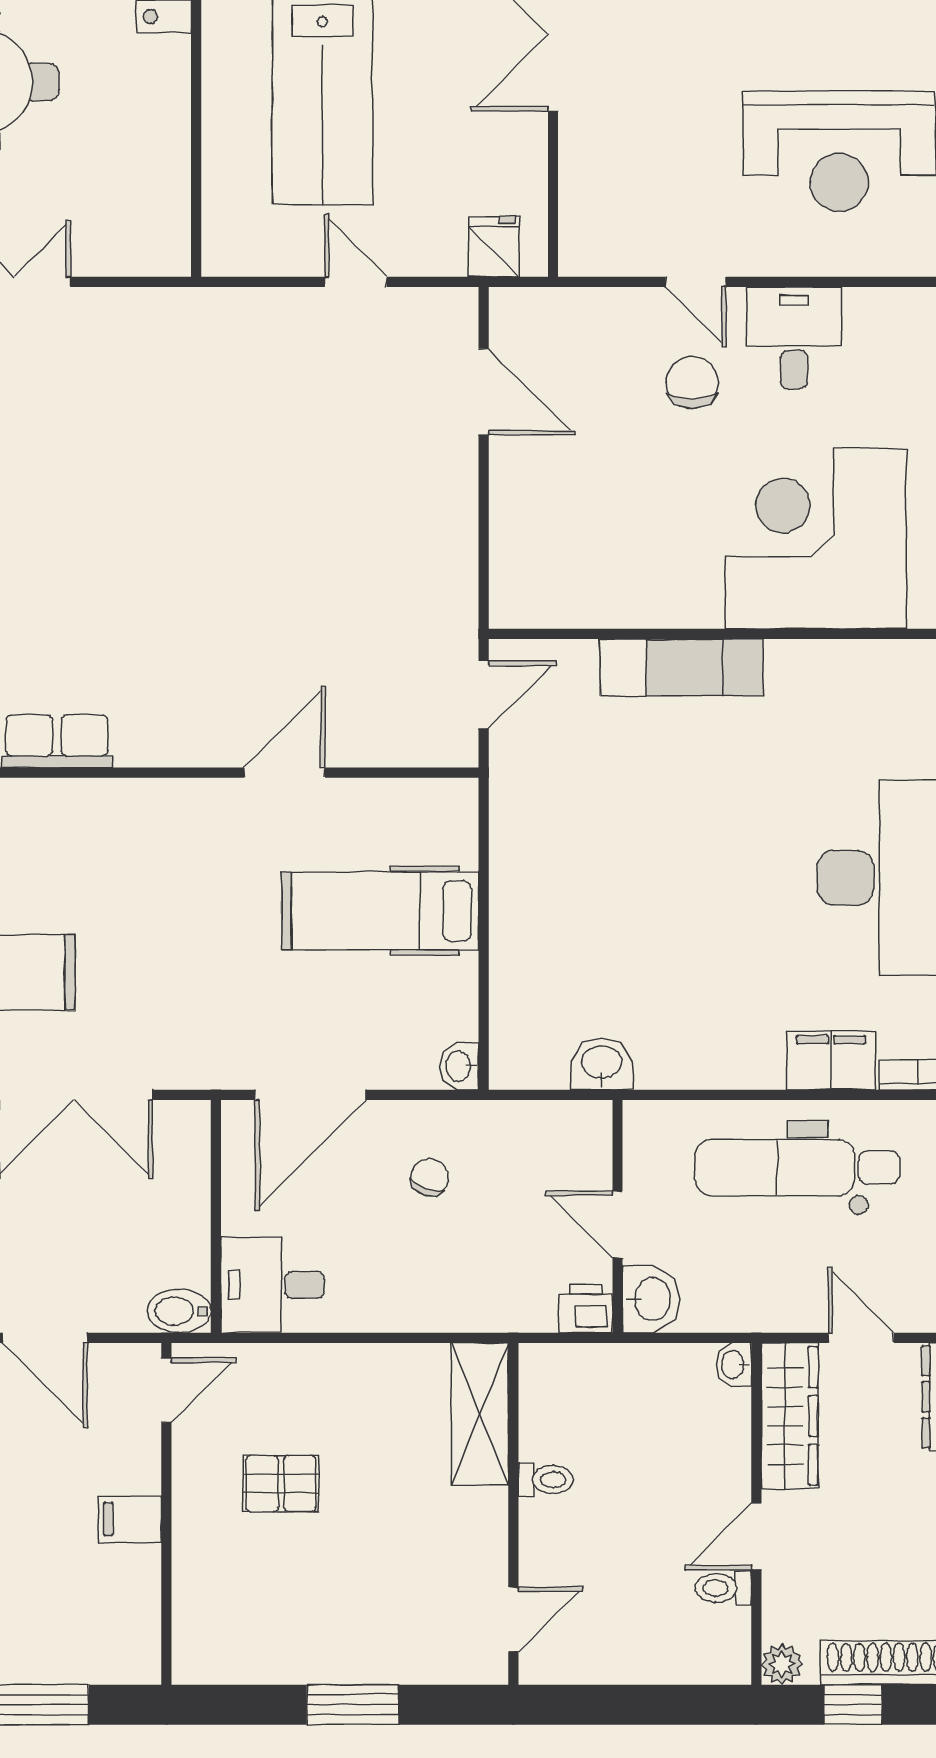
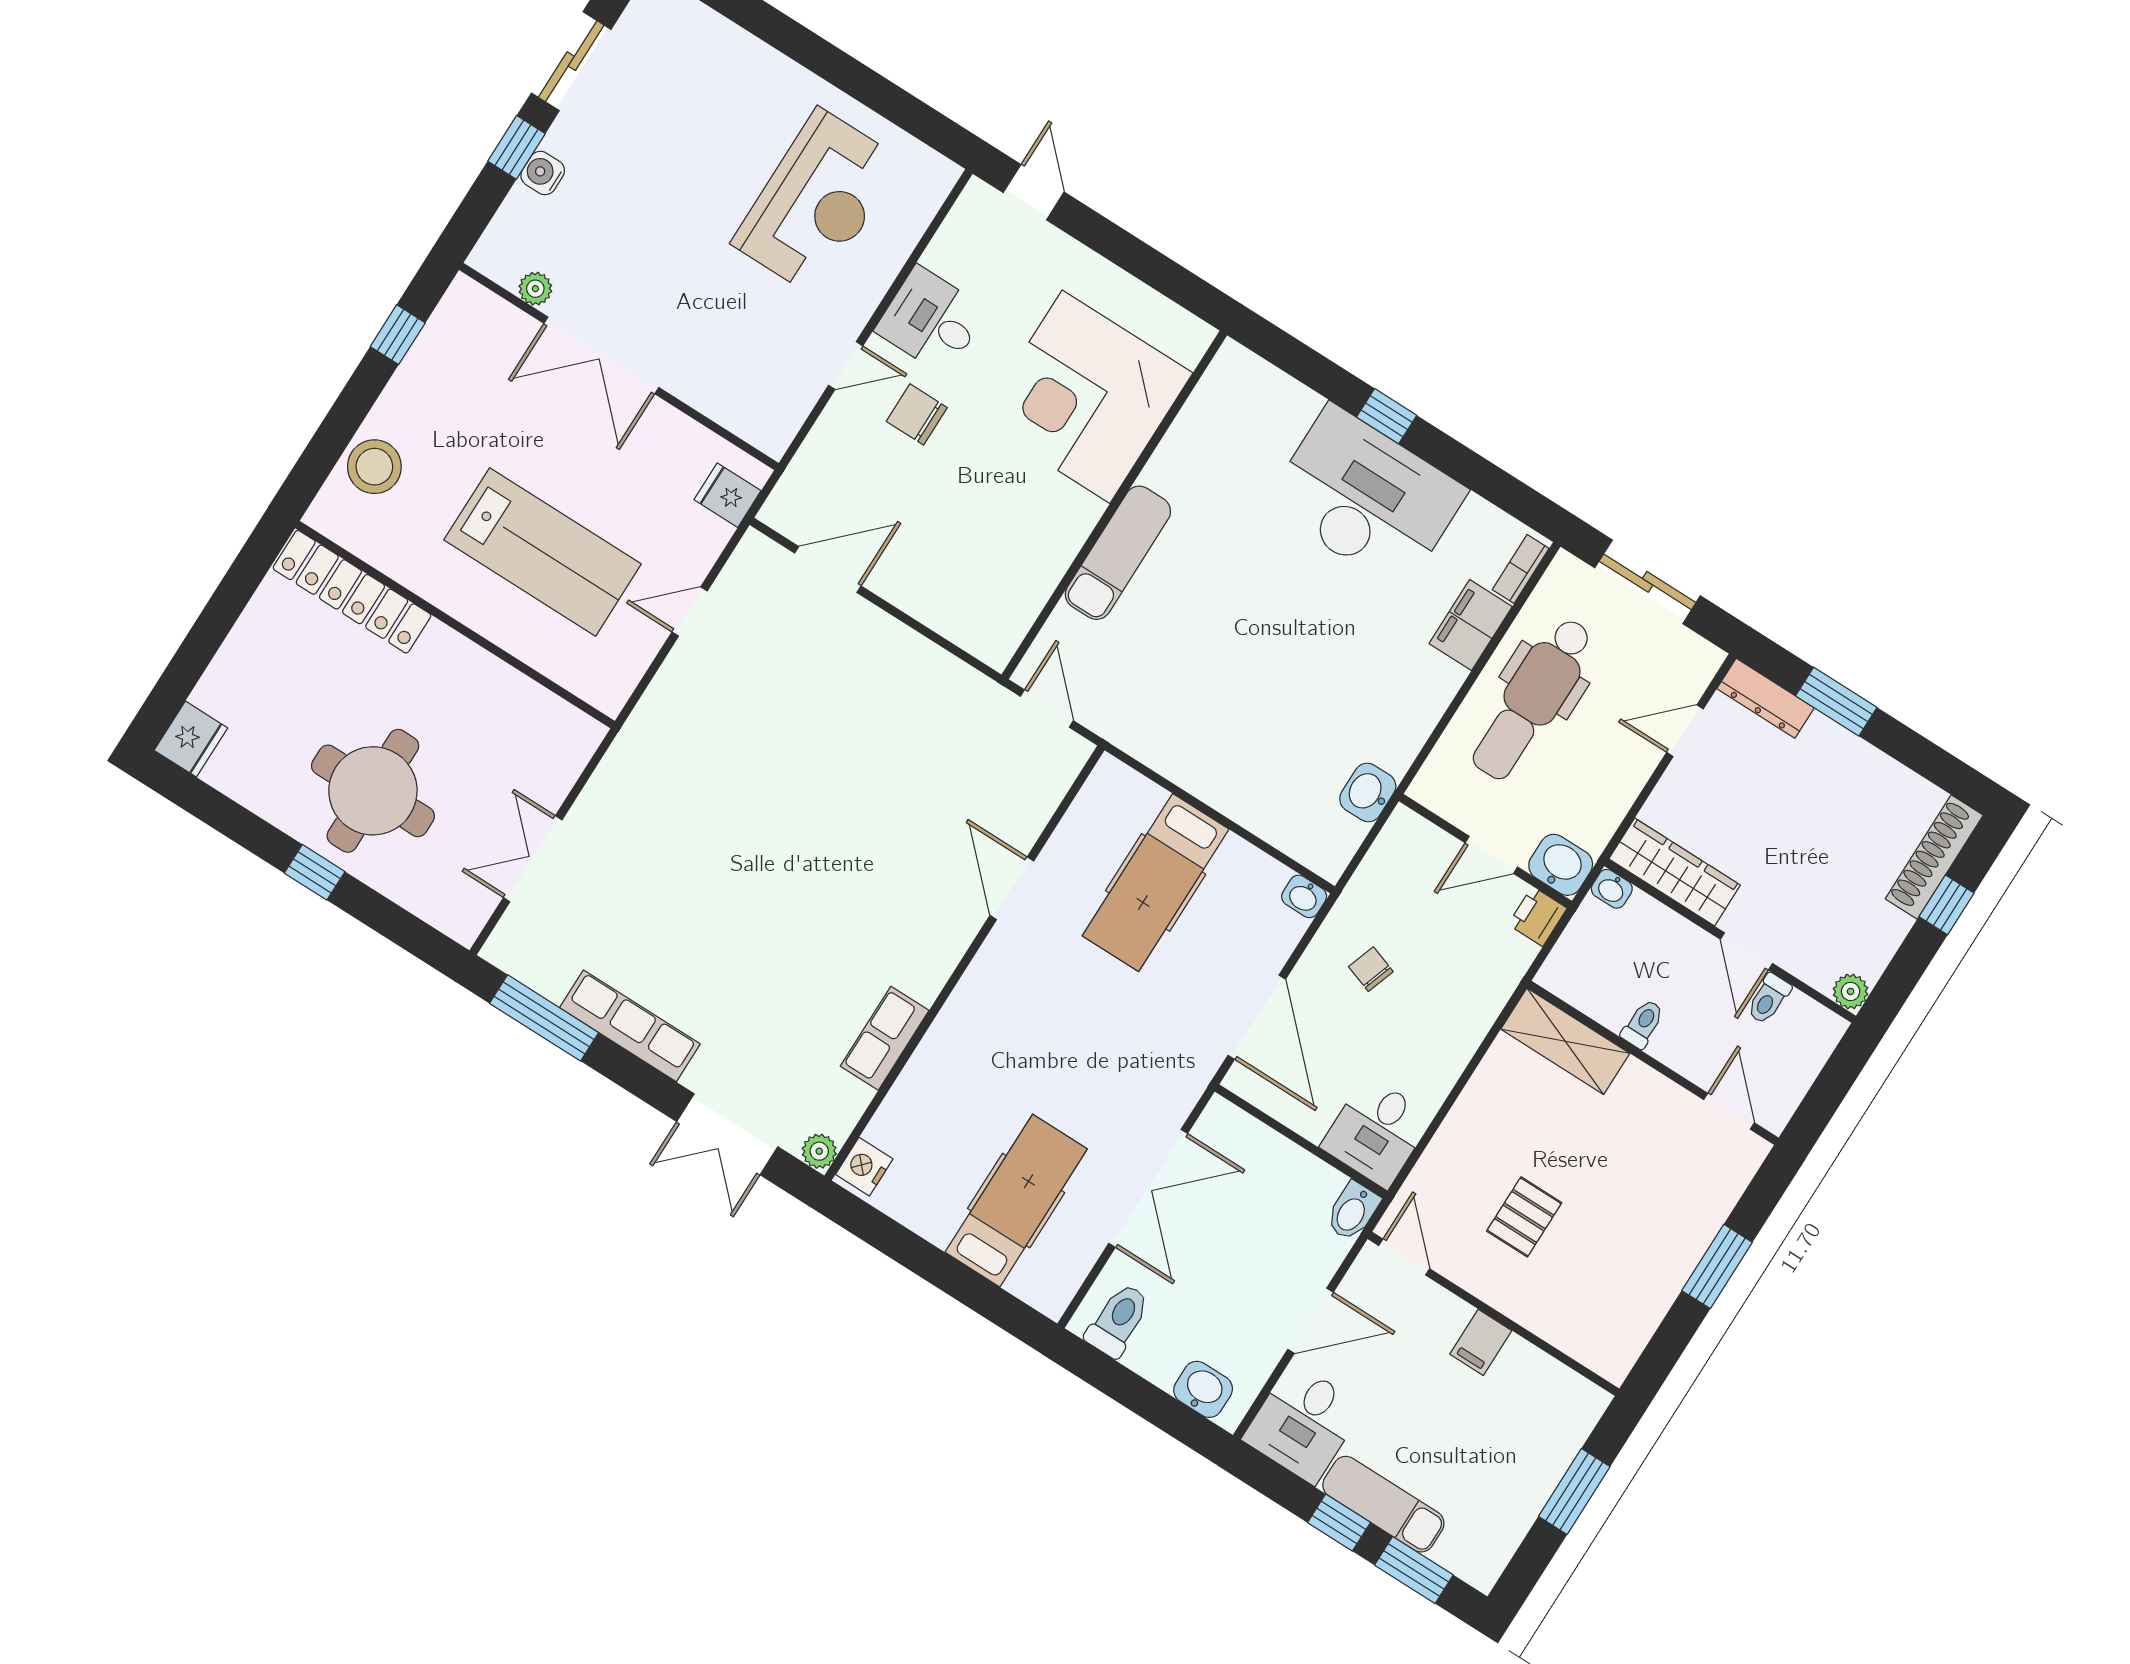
washbasin: (734, 1365) -> (1612, 889), moved
wardrobe: (790, 1416) -> (1675, 872), moved
wall: (756, 1514) -> (1730, 941), moved
door: (756, 1537) -> (1746, 951), moved
toilet: (723, 1588) -> (1769, 999), moved
plant: (782, 1664) -> (1851, 991), moved

